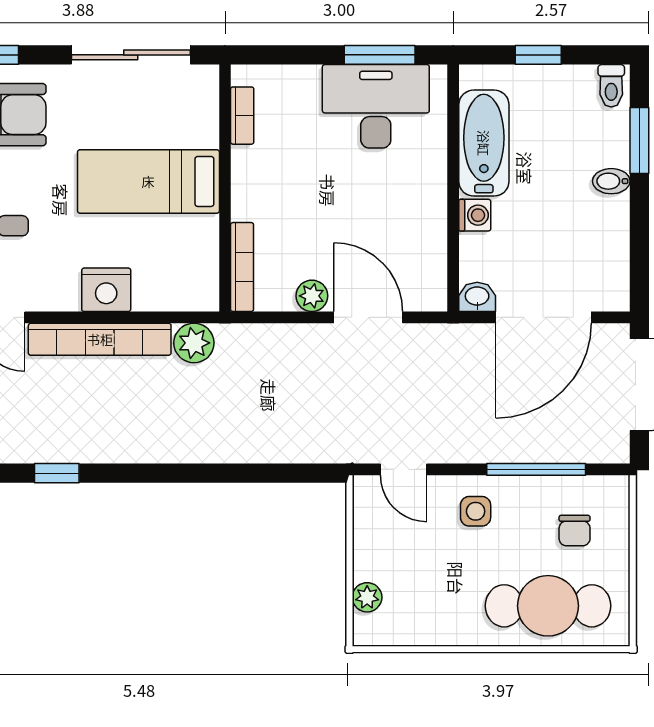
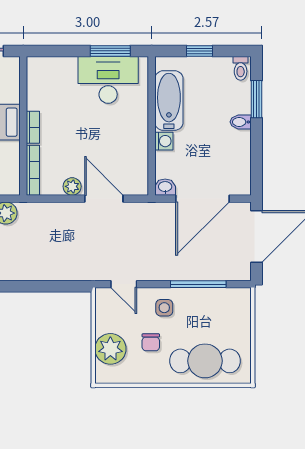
bookcase: (242, 116) -> (33, 127), moved
chair: (575, 531) -> (151, 342), moved
plant: (367, 597) -> (110, 349), width x1.88, depth x1.88

